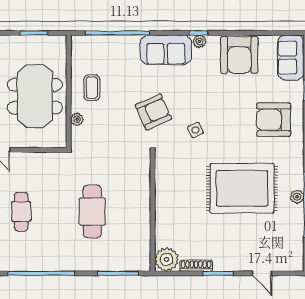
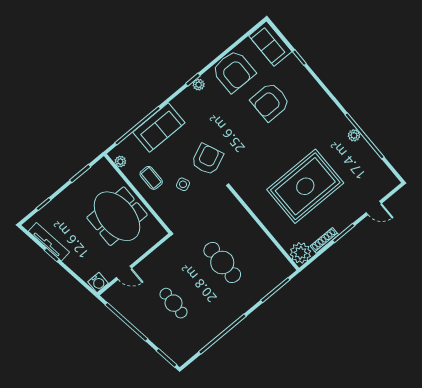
sofa: (166, 50) -> (159, 127), moved
plant: (77, 119) -> (120, 161), moved
armchair: (274, 120) -> (270, 102), moved
side table: (195, 130) -> (183, 184), moved
rug: (242, 188) -> (305, 186), moved

